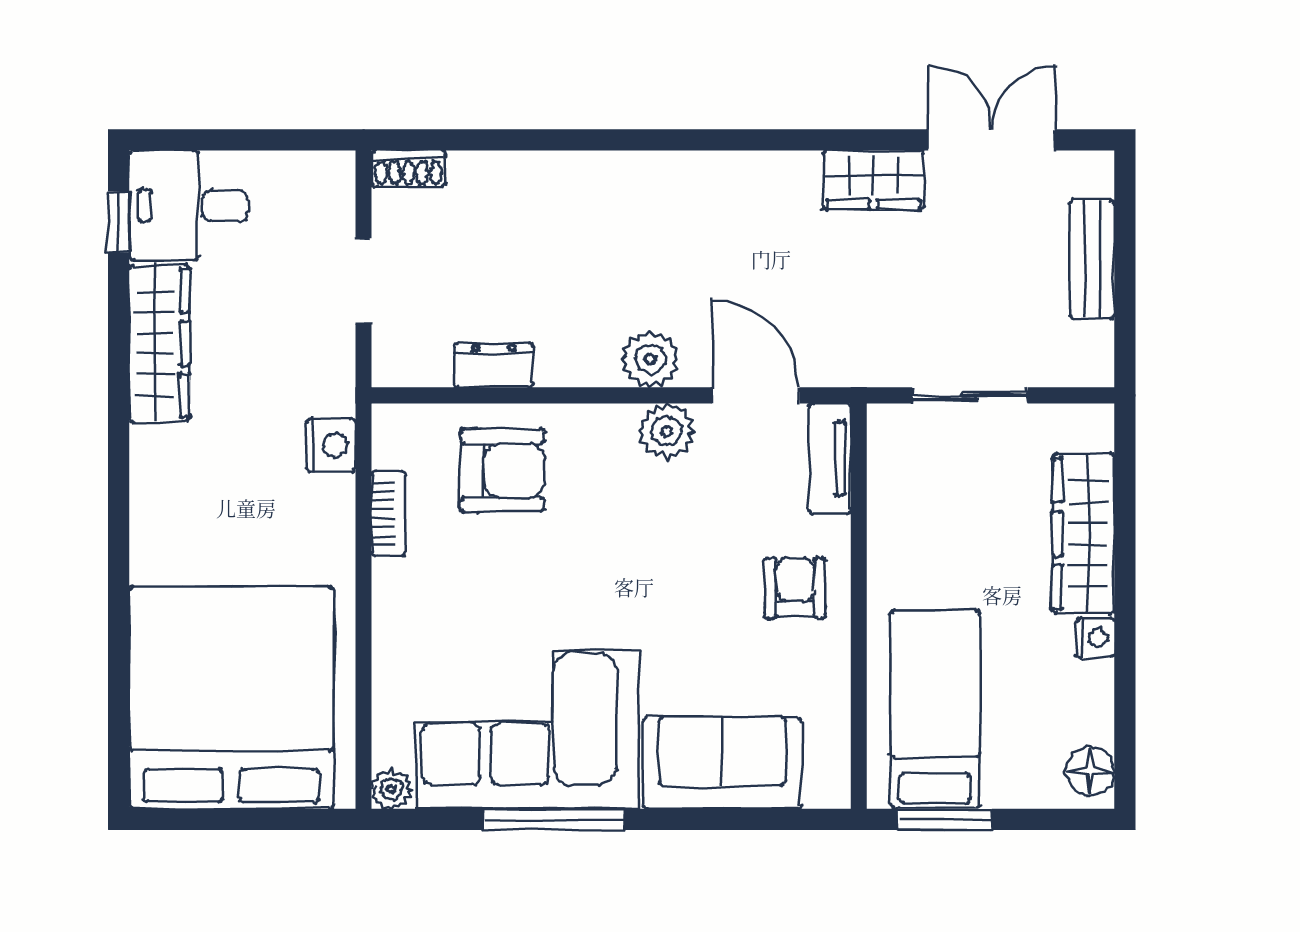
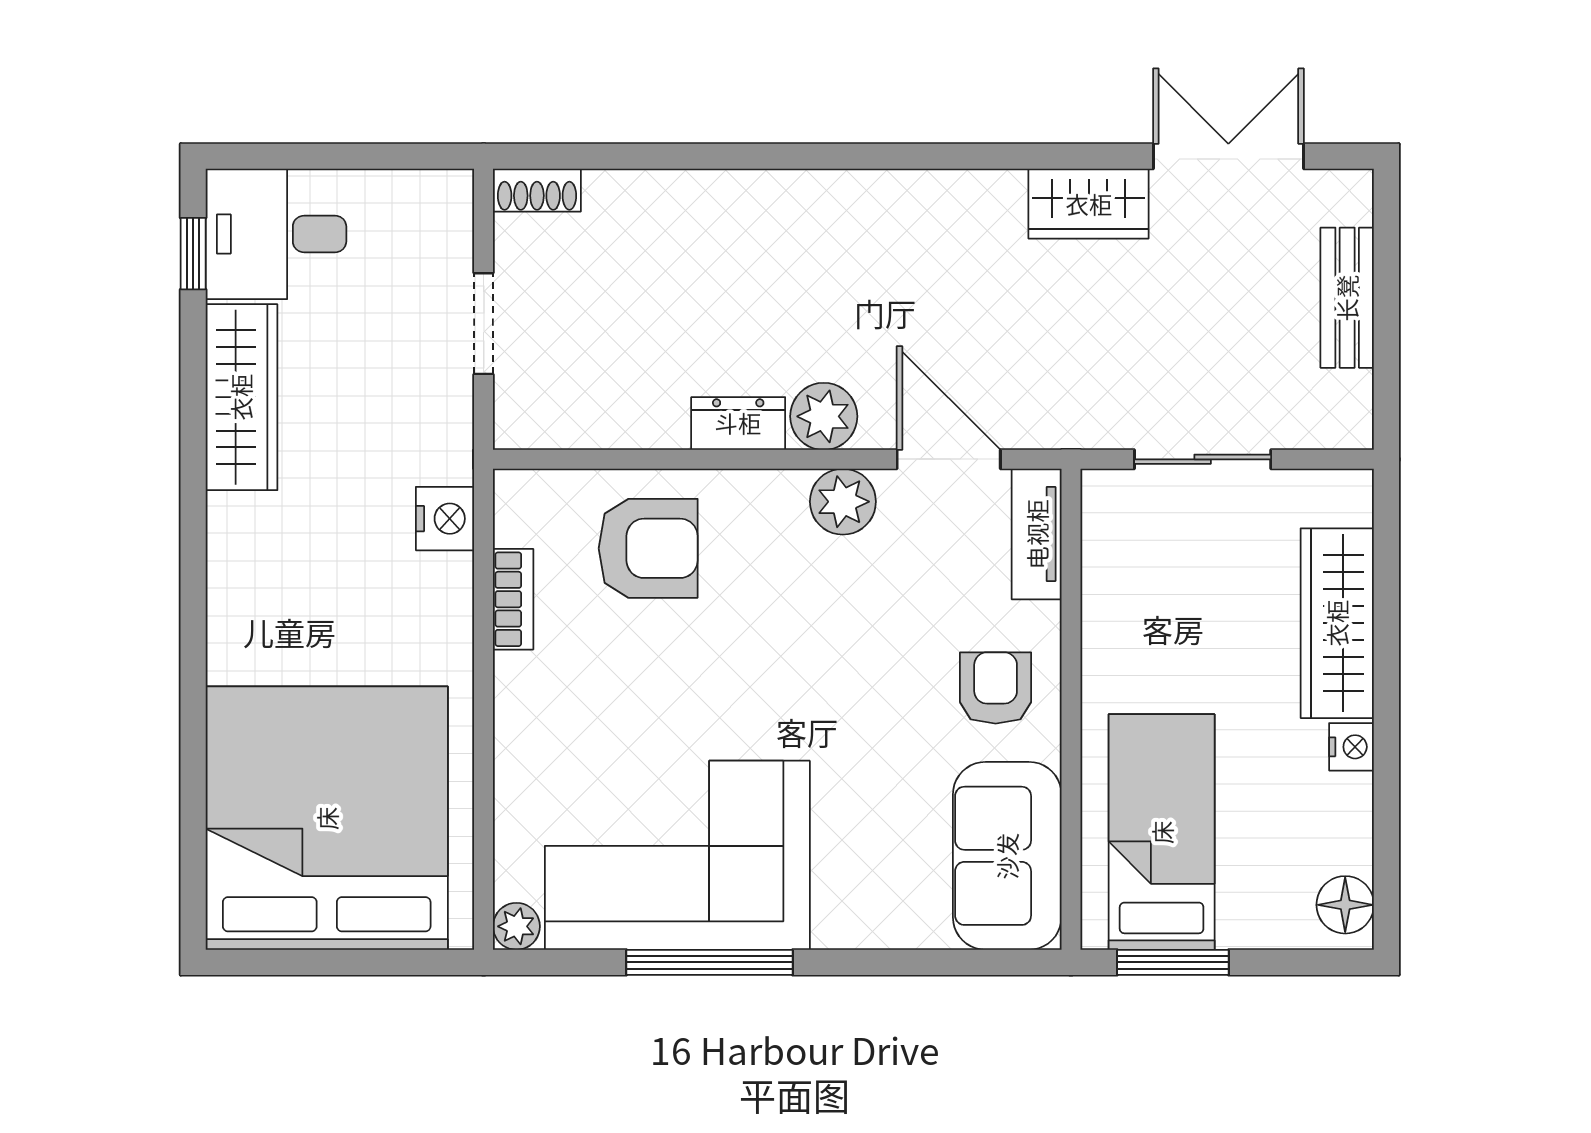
dresser: (494, 365) -> (738, 423), moved
sofa: (722, 763) -> (1007, 856), moved, turned -90

